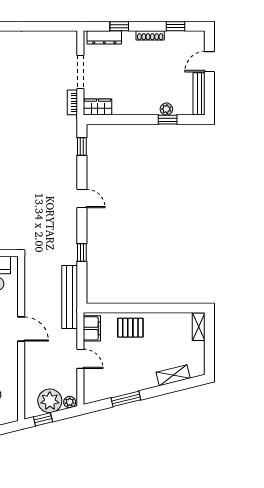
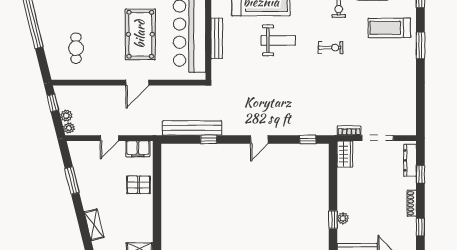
bench: (70, 297) -> (192, 128), moved
pallet: (130, 328) -> (139, 185), turned 90
plant: (50, 401) -> (66, 116), width x0.53, depth x0.53

